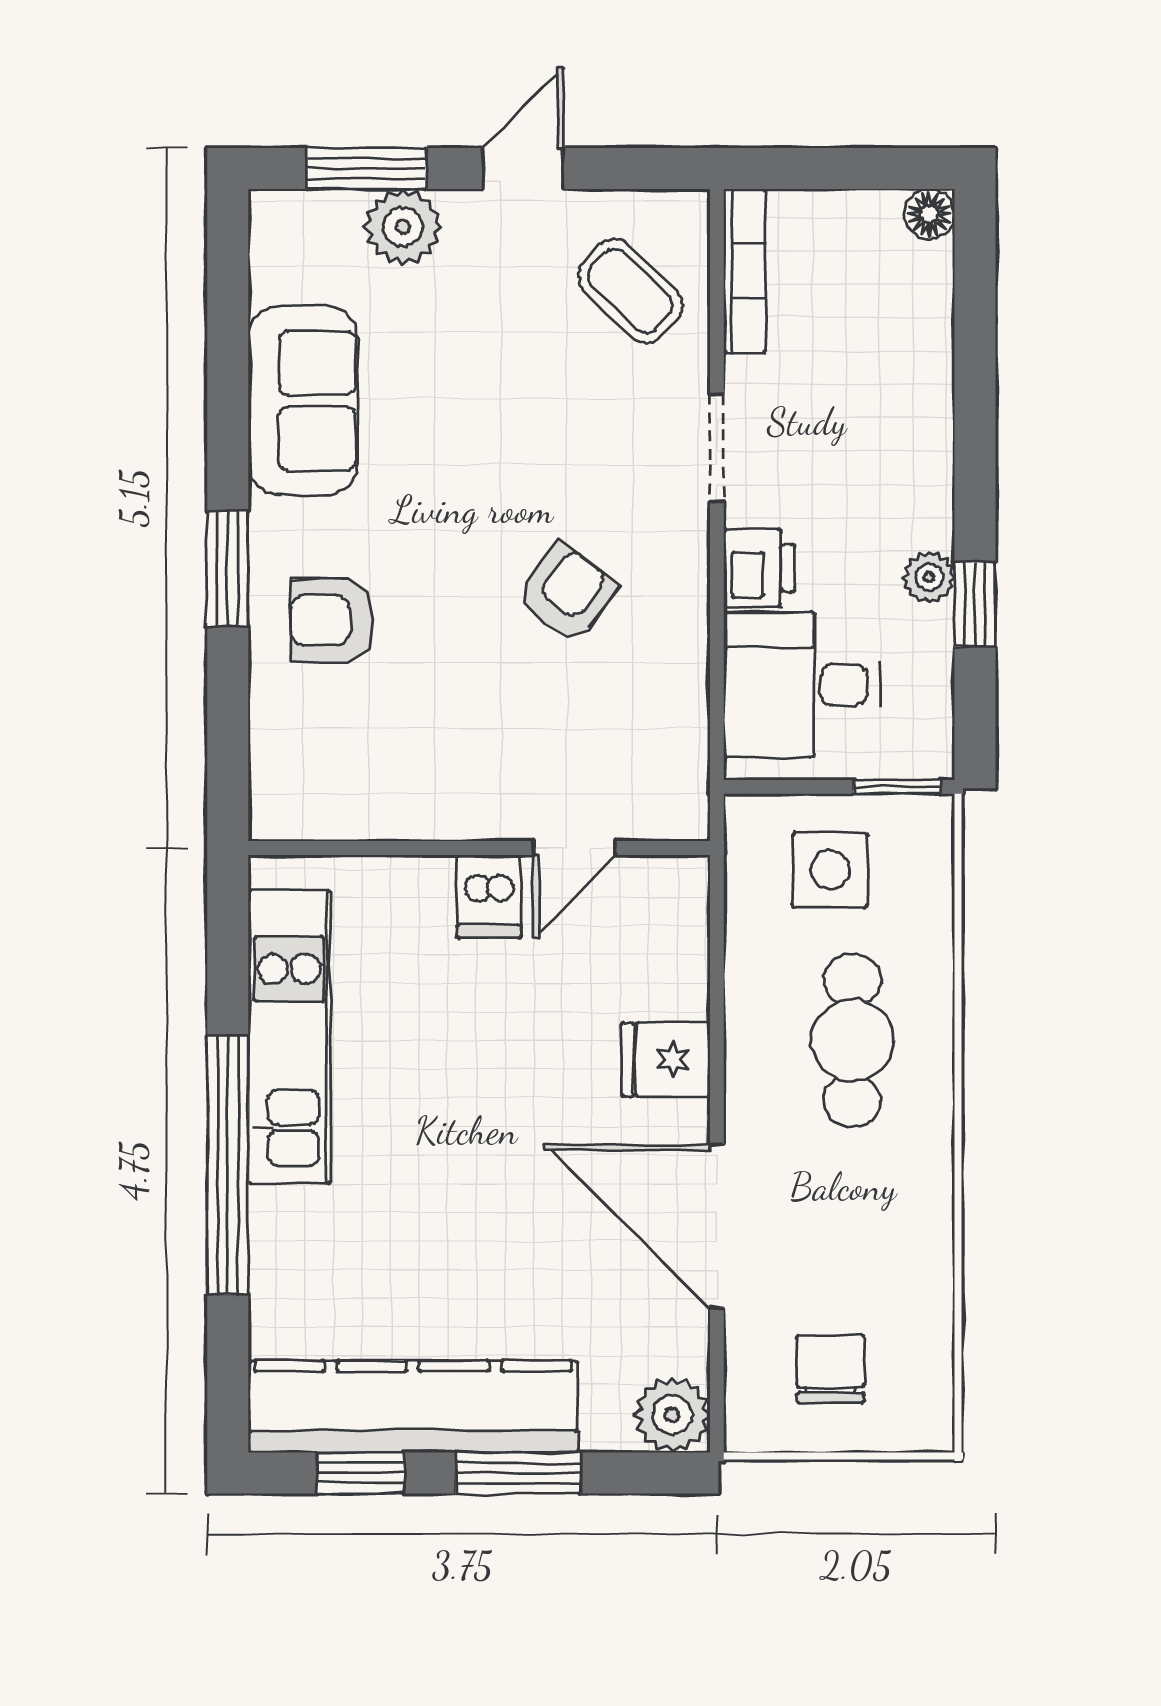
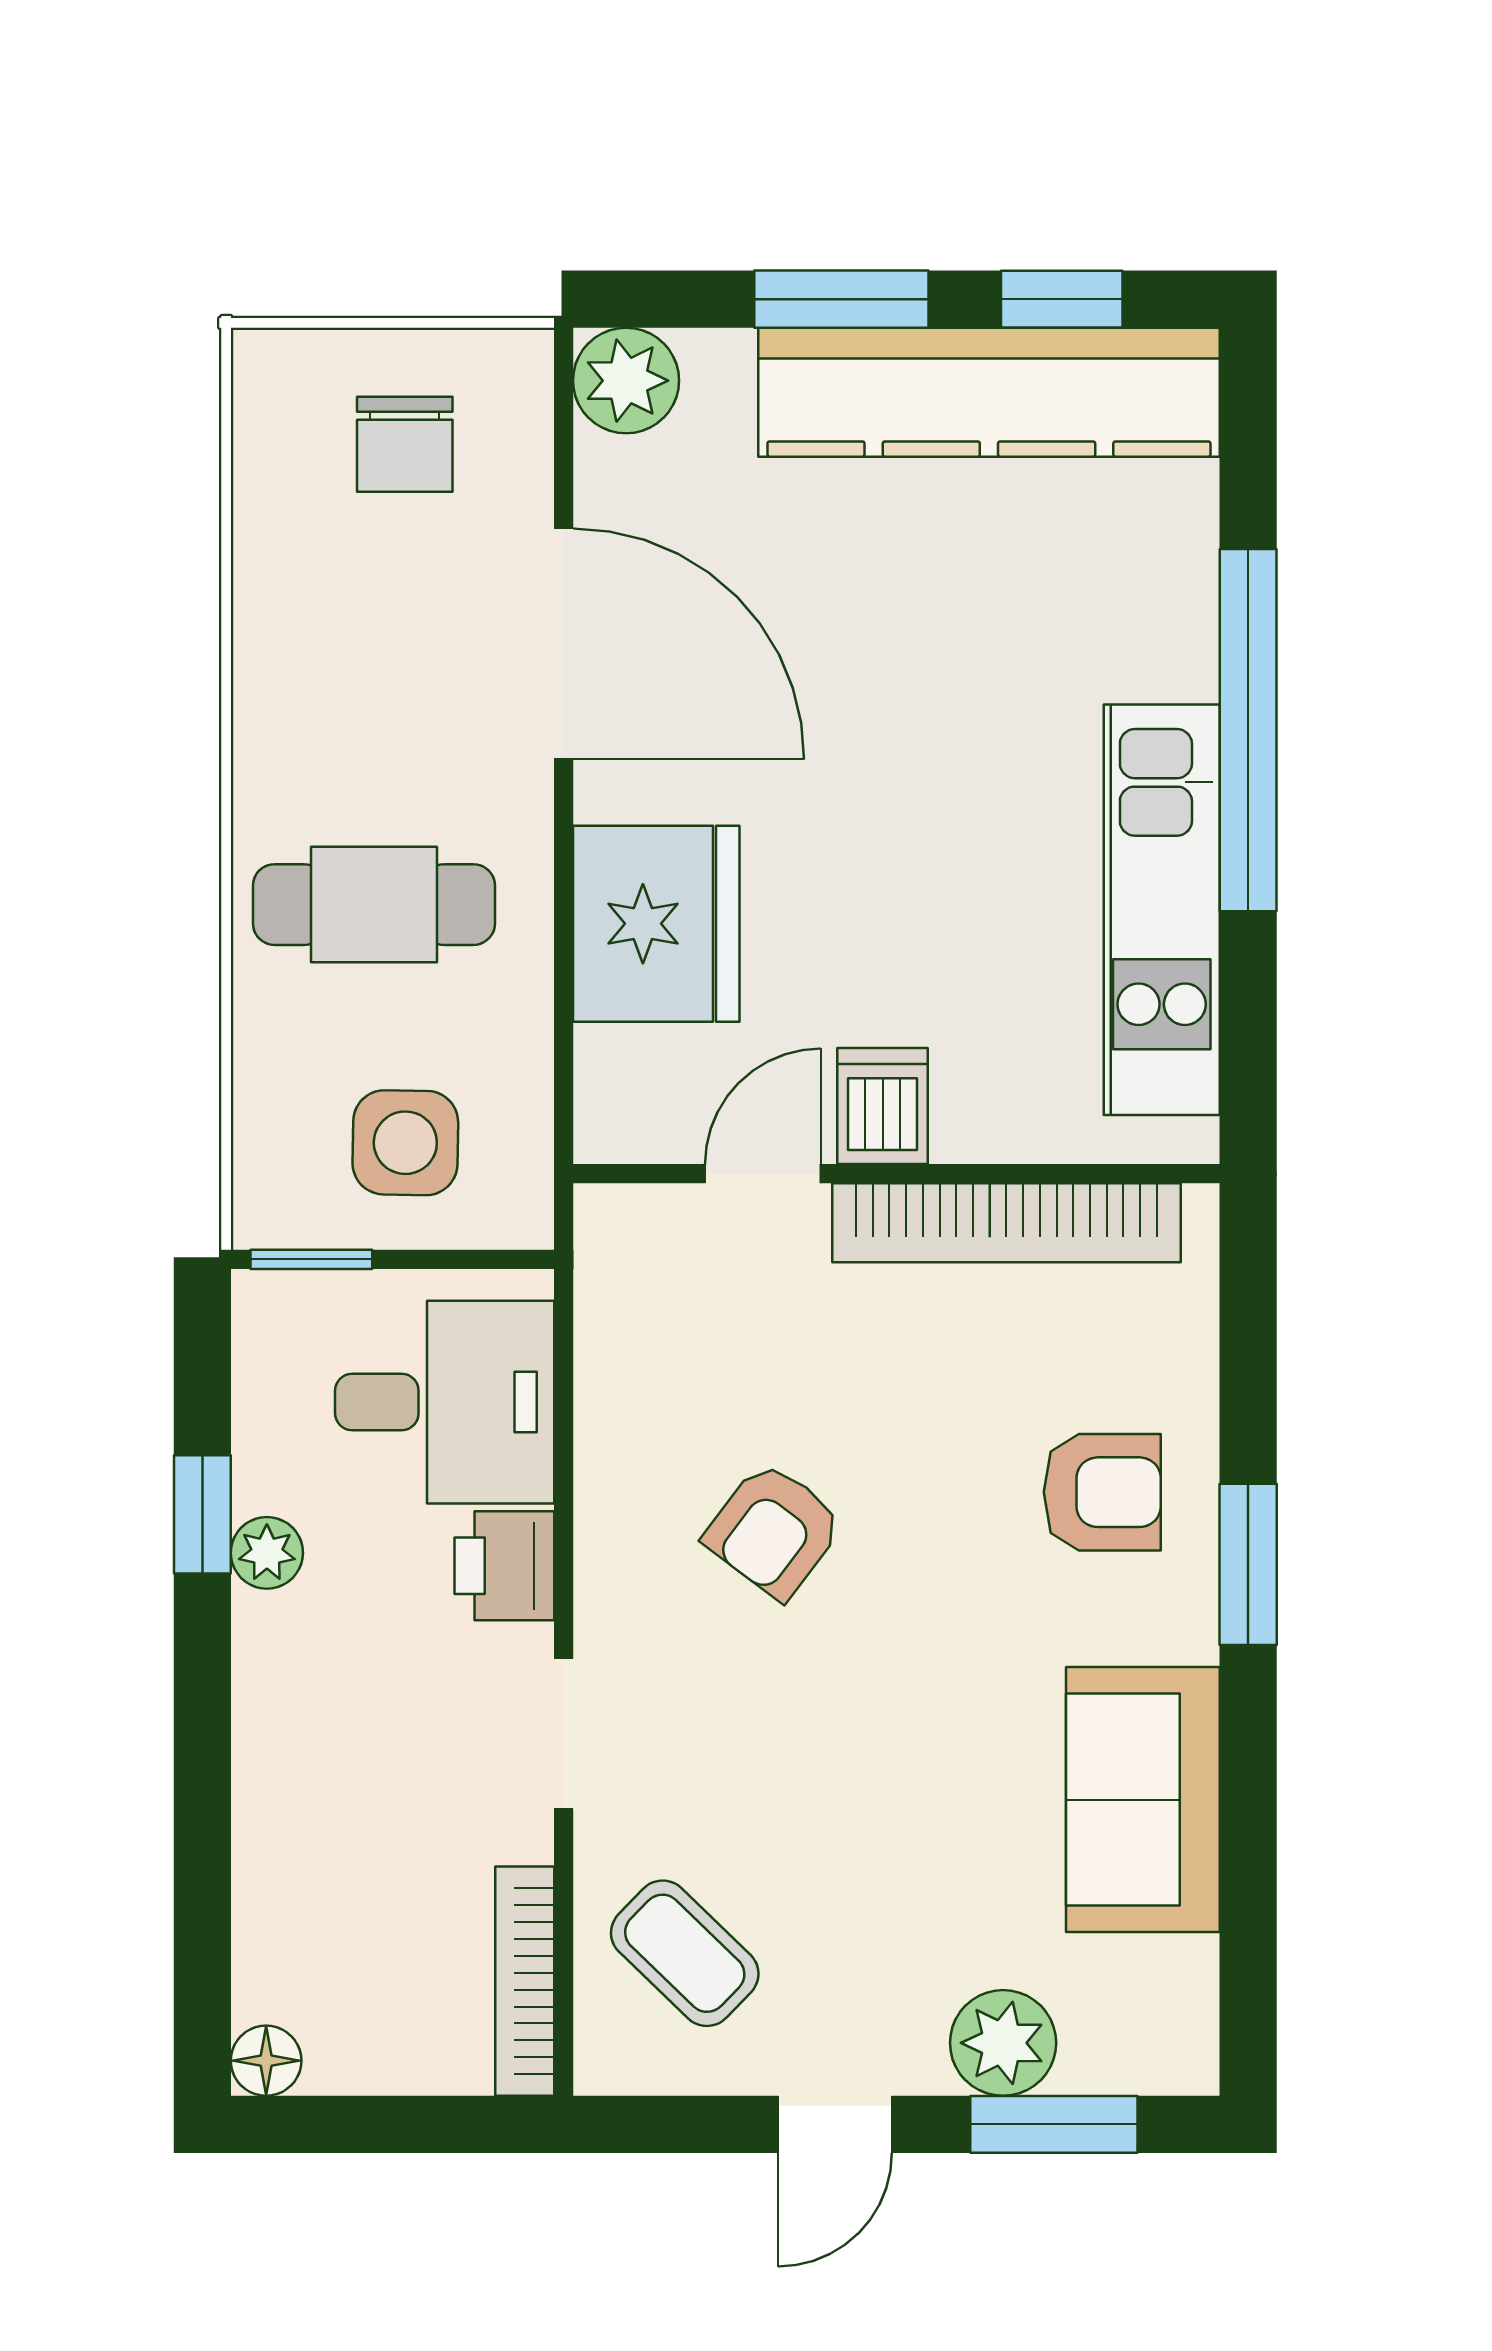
bookcase: (400, 813) -> (1006, 1223), added
cafe table: (852, 1040) -> (374, 905), turned 90
fridge: (666, 1060) -> (656, 924), width x1.88, depth x1.34

